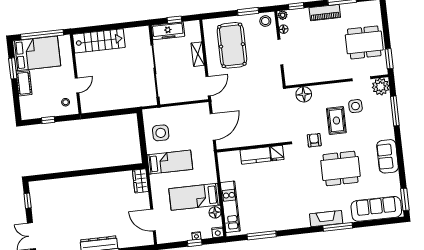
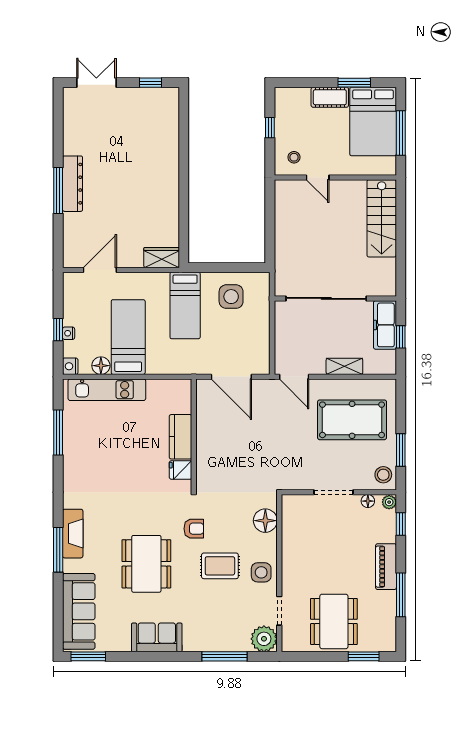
window: (42, 35) -> (401, 133), width x0.68
window: (389, 59) -> (364, 656), moved
side table: (355, 106) -> (261, 572), moved

